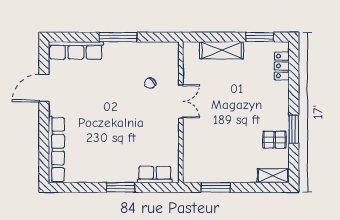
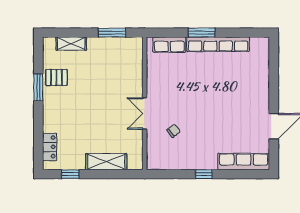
window: (118, 37) -> (204, 174), width x0.46
window: (260, 37) -> (70, 174), width x0.67
row of seats: (56, 150) -> (218, 44), moved, turned -90
shelving: (273, 176) -> (71, 44), moved

